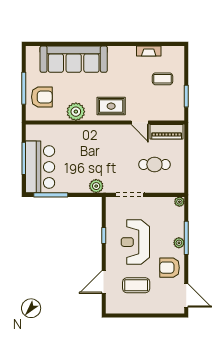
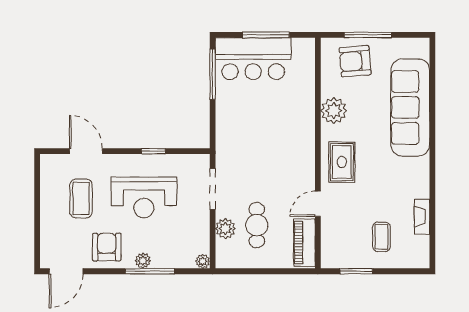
armchair: (42, 97) -> (355, 61), turned 85
plant: (96, 186) -> (225, 229), moved
reception desk: (135, 242) -> (144, 197), turned 180

